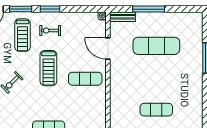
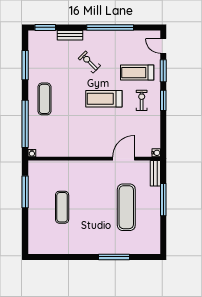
exercise mat: (85, 79) -> (93, 136), removed

